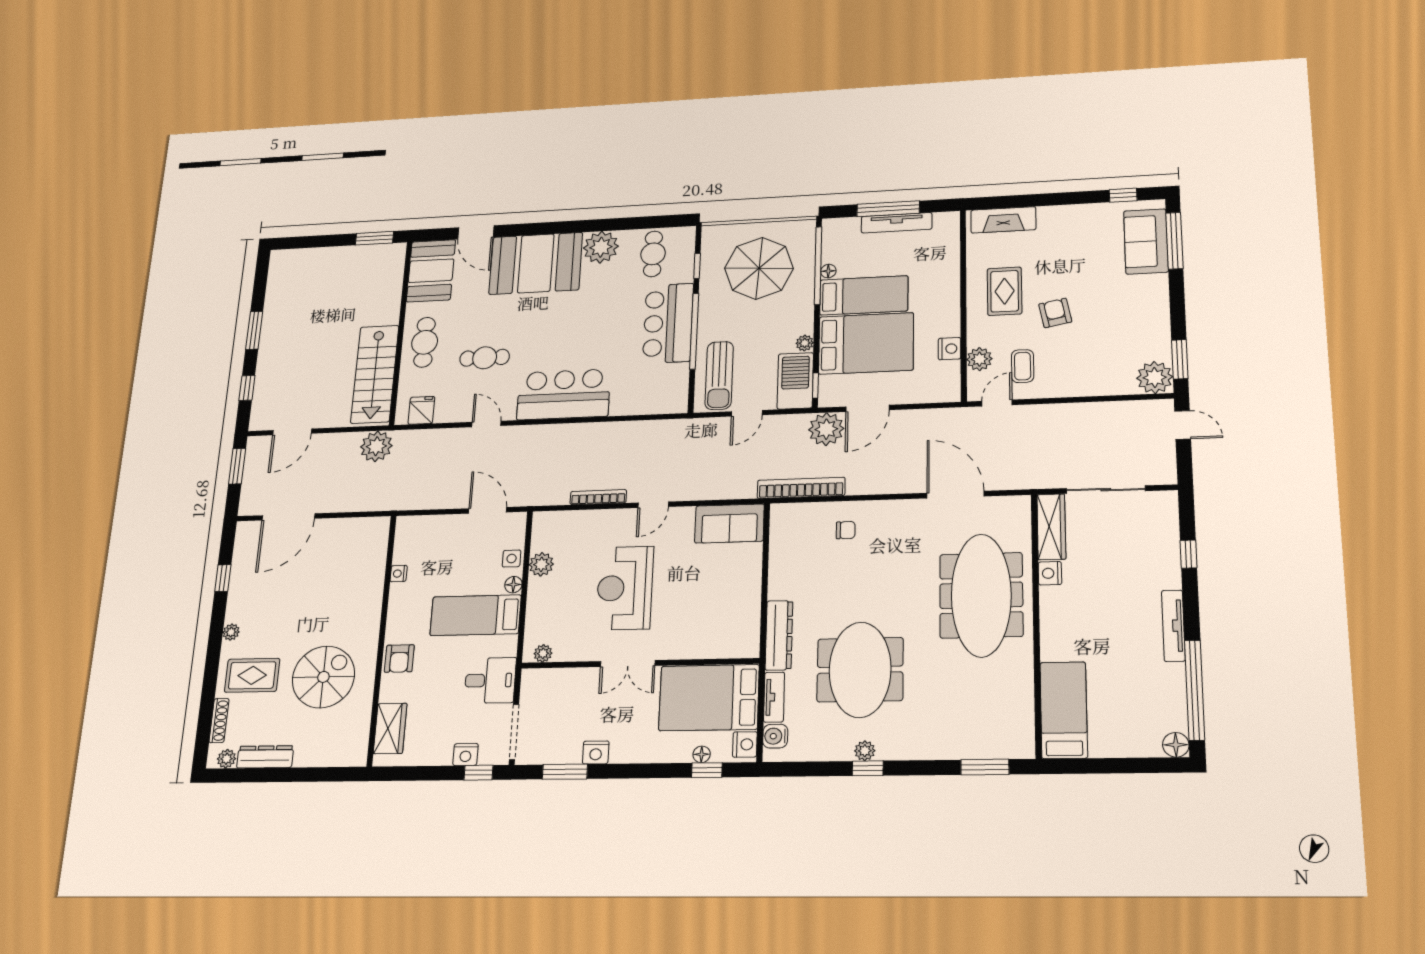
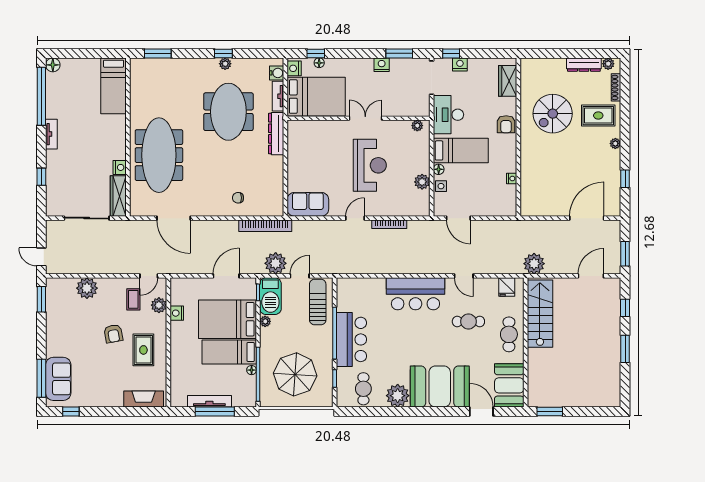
plant: (1155, 378) -> (87, 288), moved
plant: (826, 429) -> (276, 263), moved
tv unit: (1173, 626) -> (51, 134), width x0.71
armchair: (399, 659) -> (506, 124), turned 180
desk: (490, 680) -> (448, 115), width x1.37

